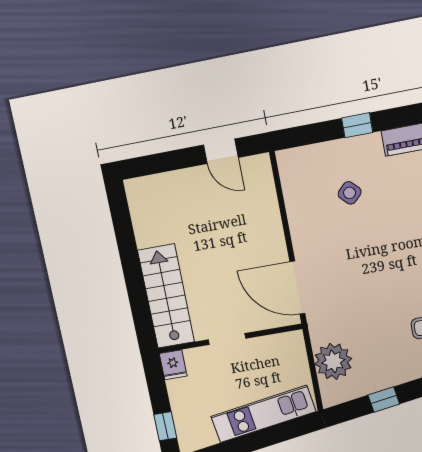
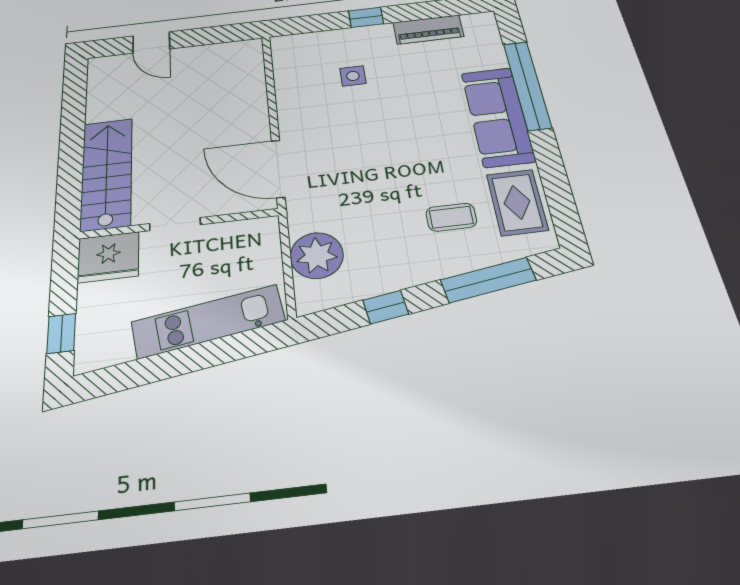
door: (221, 151) -> (151, 42), moved
side table: (350, 193) -> (353, 76), turned 45
fridge: (173, 365) -> (108, 257), width x1.88, depth x1.34

